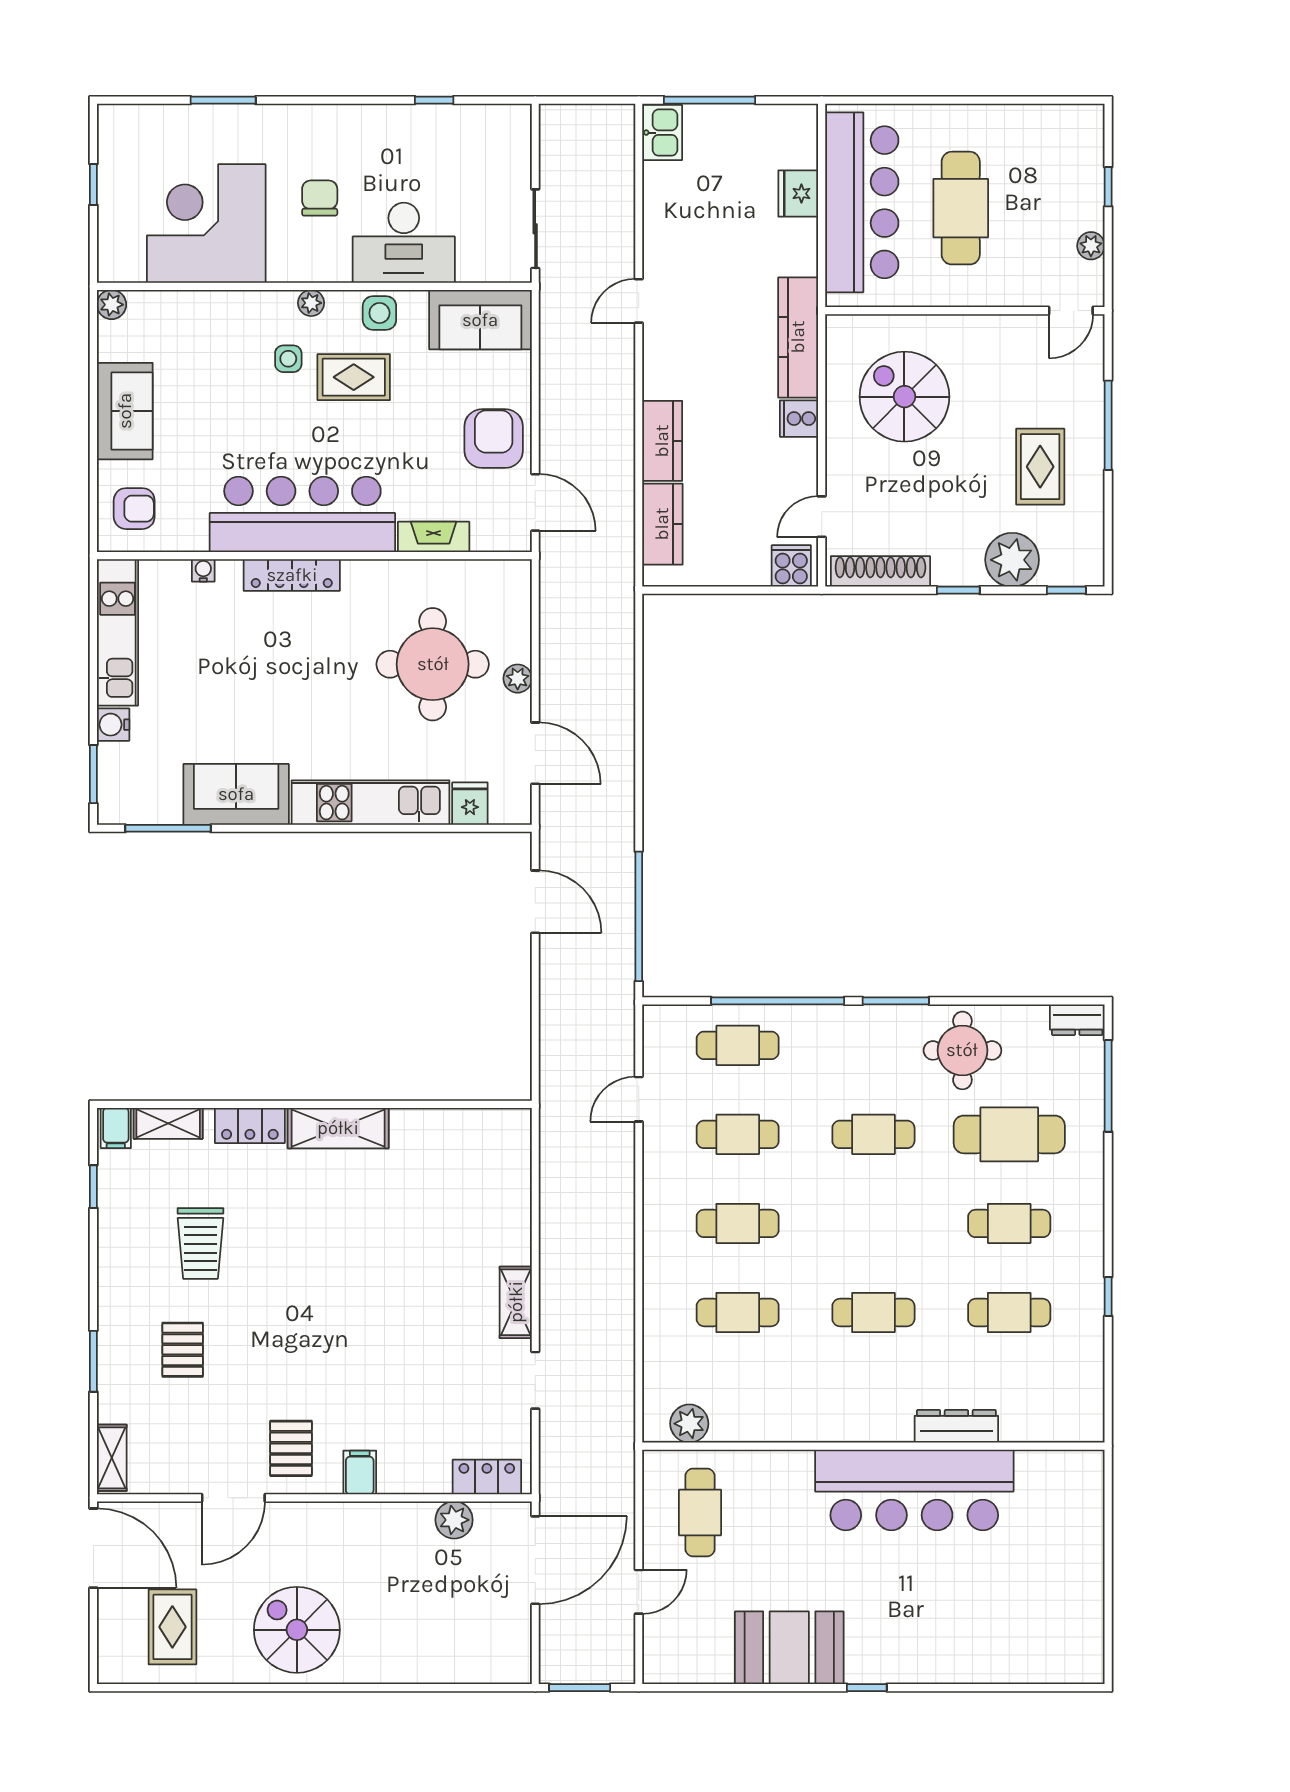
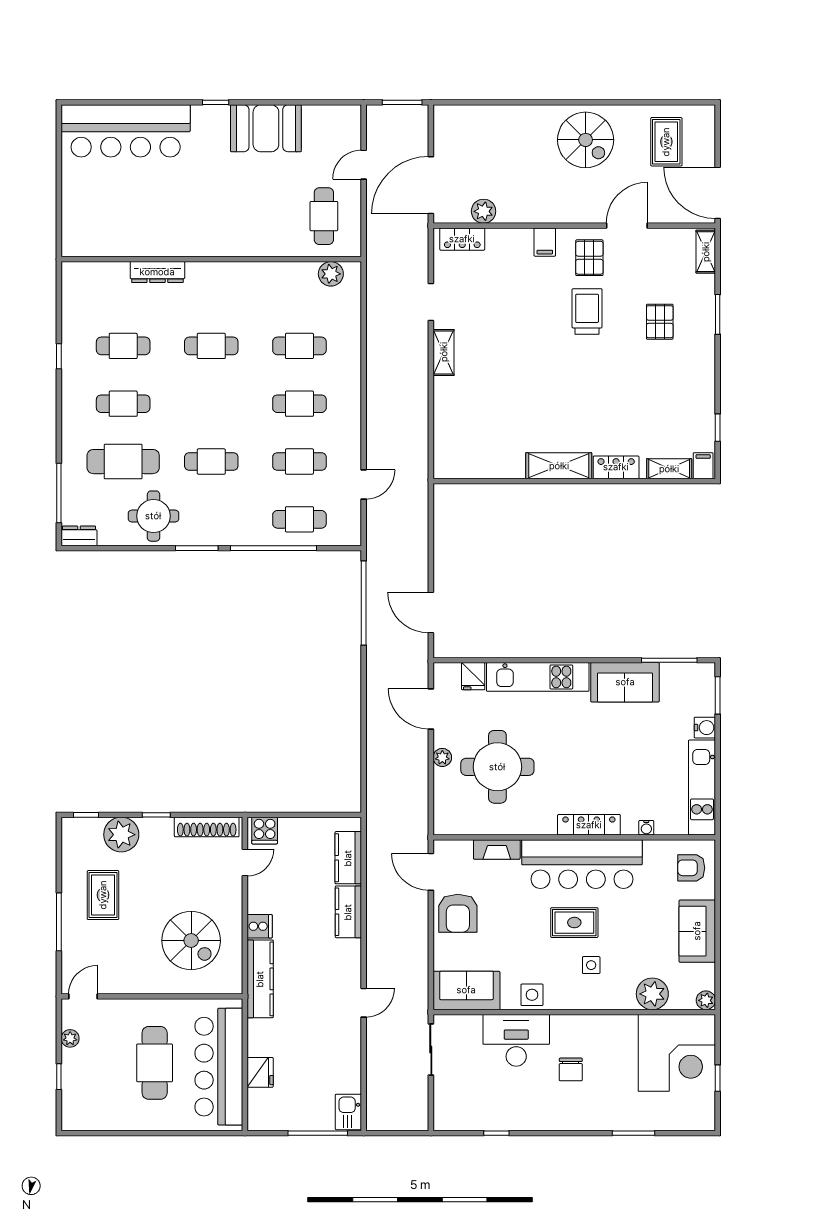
corner desk: (206, 224) -> (677, 1053), moved
plant: (311, 303) -> (652, 994), moved, width x1.88, depth x1.88
rug: (354, 377) -> (574, 923), moved
trolley: (200, 1243) -> (587, 312), moved
bar counter: (914, 1490) -> (126, 131), moved, turned 180

